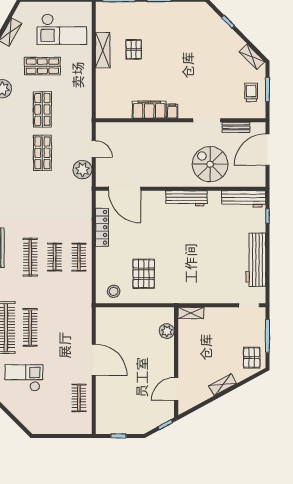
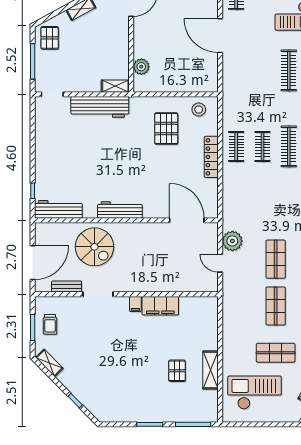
locker: (102, 227) -> (211, 157), moved
workbench: (256, 260) -> (100, 107), moved, turned 90

